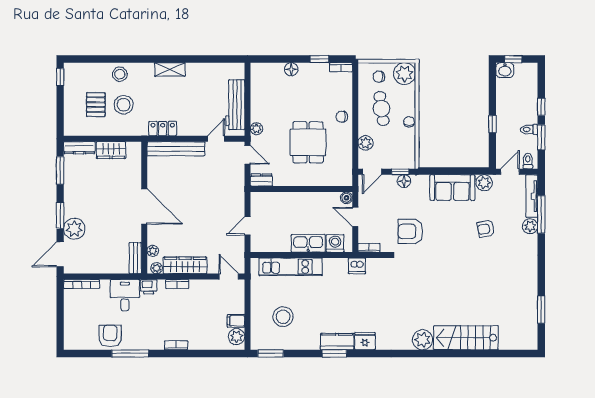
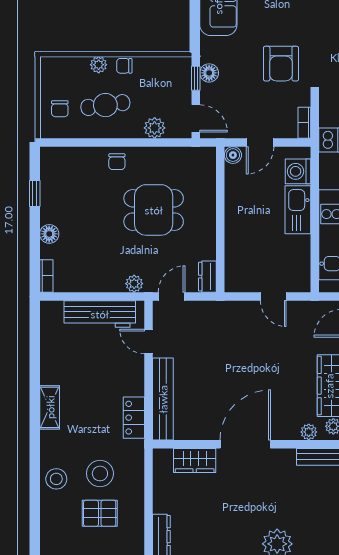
bookcase: (341, 67) -> (46, 276), moved
plant: (405, 74) -> (99, 65), moved, width x0.53, depth x0.53
wardrobe: (111, 150) -> (195, 460), moved, turned 90

